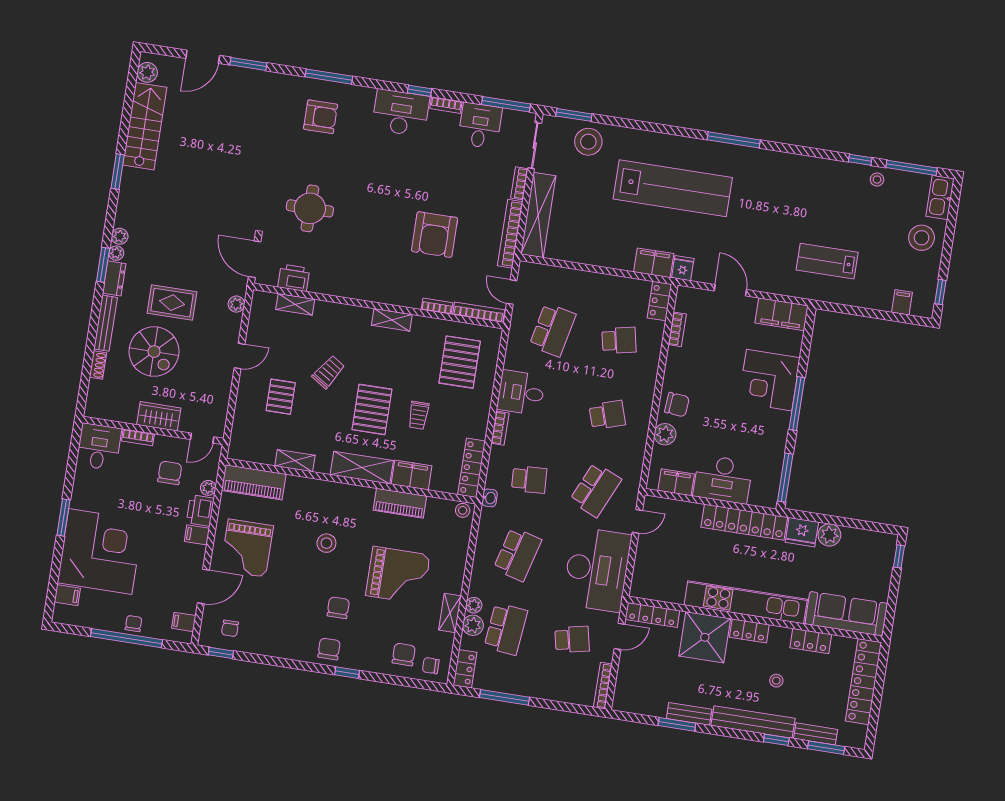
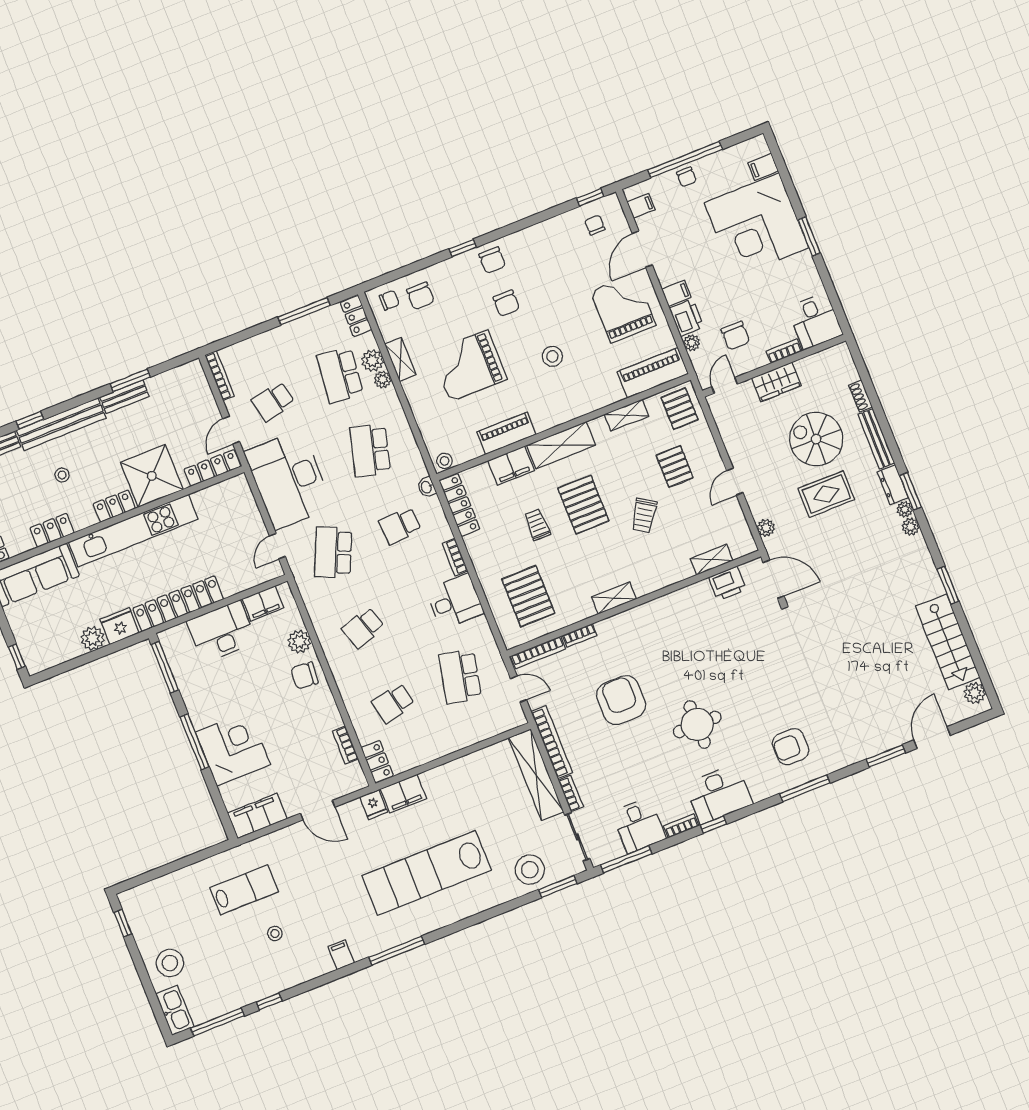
stool: (877, 180) -> (275, 933), moved
round table: (310, 208) -> (697, 724), moved
filing cabinet: (902, 302) -> (341, 955), moved, turned 180
pallet: (249, 441) -> (680, 409), added

